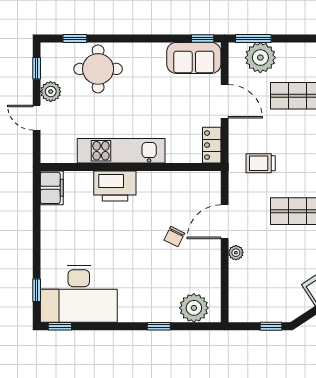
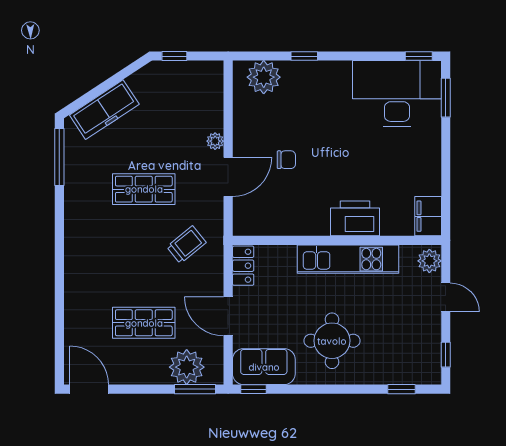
round table: (98, 69) -> (332, 341), moved
plant: (51, 92) -> (429, 261), moved
trolley: (261, 163) -> (186, 245), turned -39
chair: (174, 237) -> (286, 160), turned 64
window: (37, 290) -> (446, 98), width x1.50

